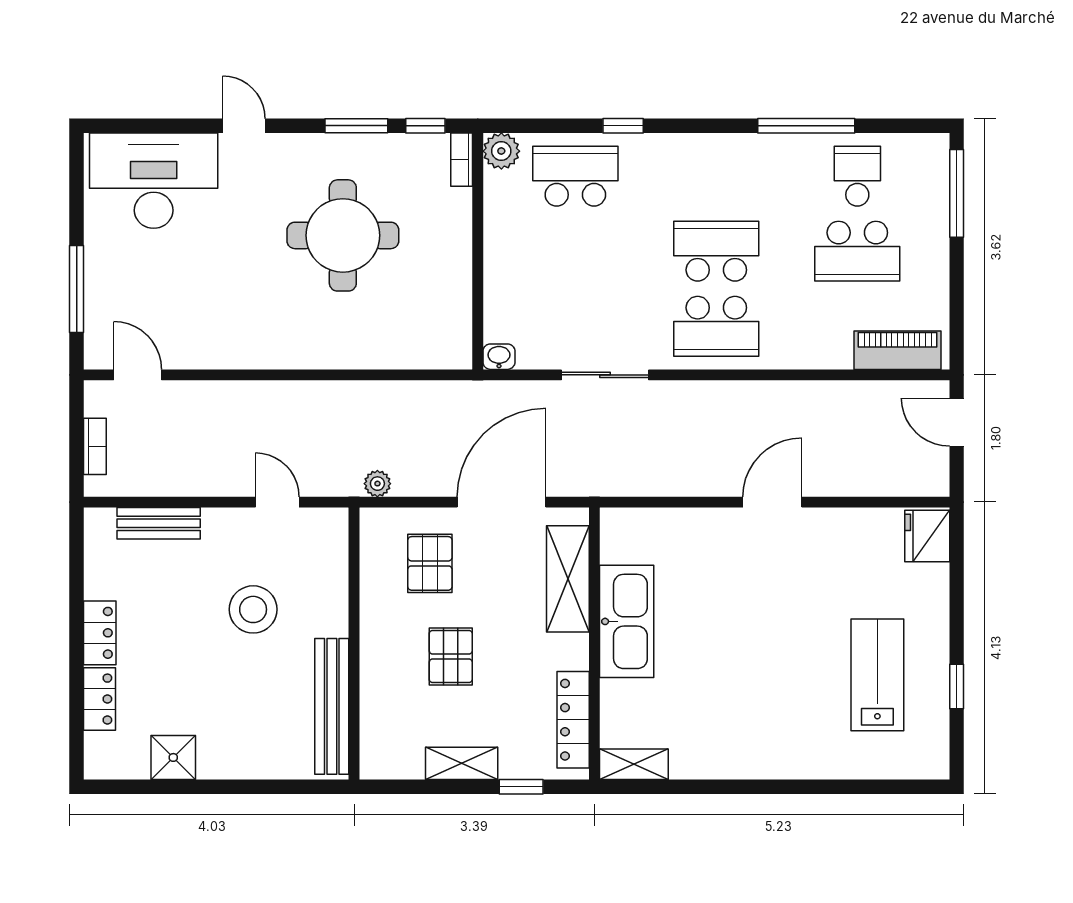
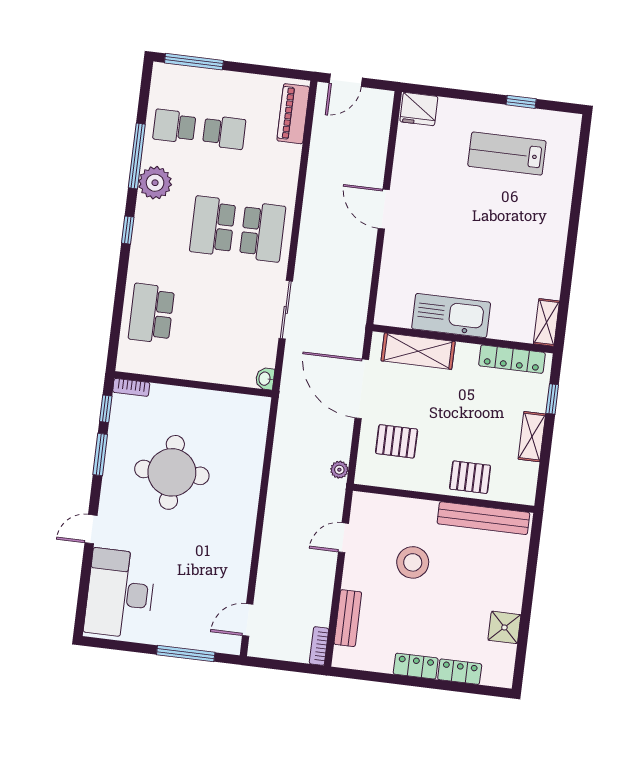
window: (623, 126) -> (128, 230), moved
plant: (501, 151) -> (155, 183), moved, width x1.36, depth x1.36
school desk: (857, 251) -> (224, 132), width x0.54
bookcase: (95, 446) -> (319, 646), moved, turned -90
pallet: (451, 657) -> (470, 477), moved

